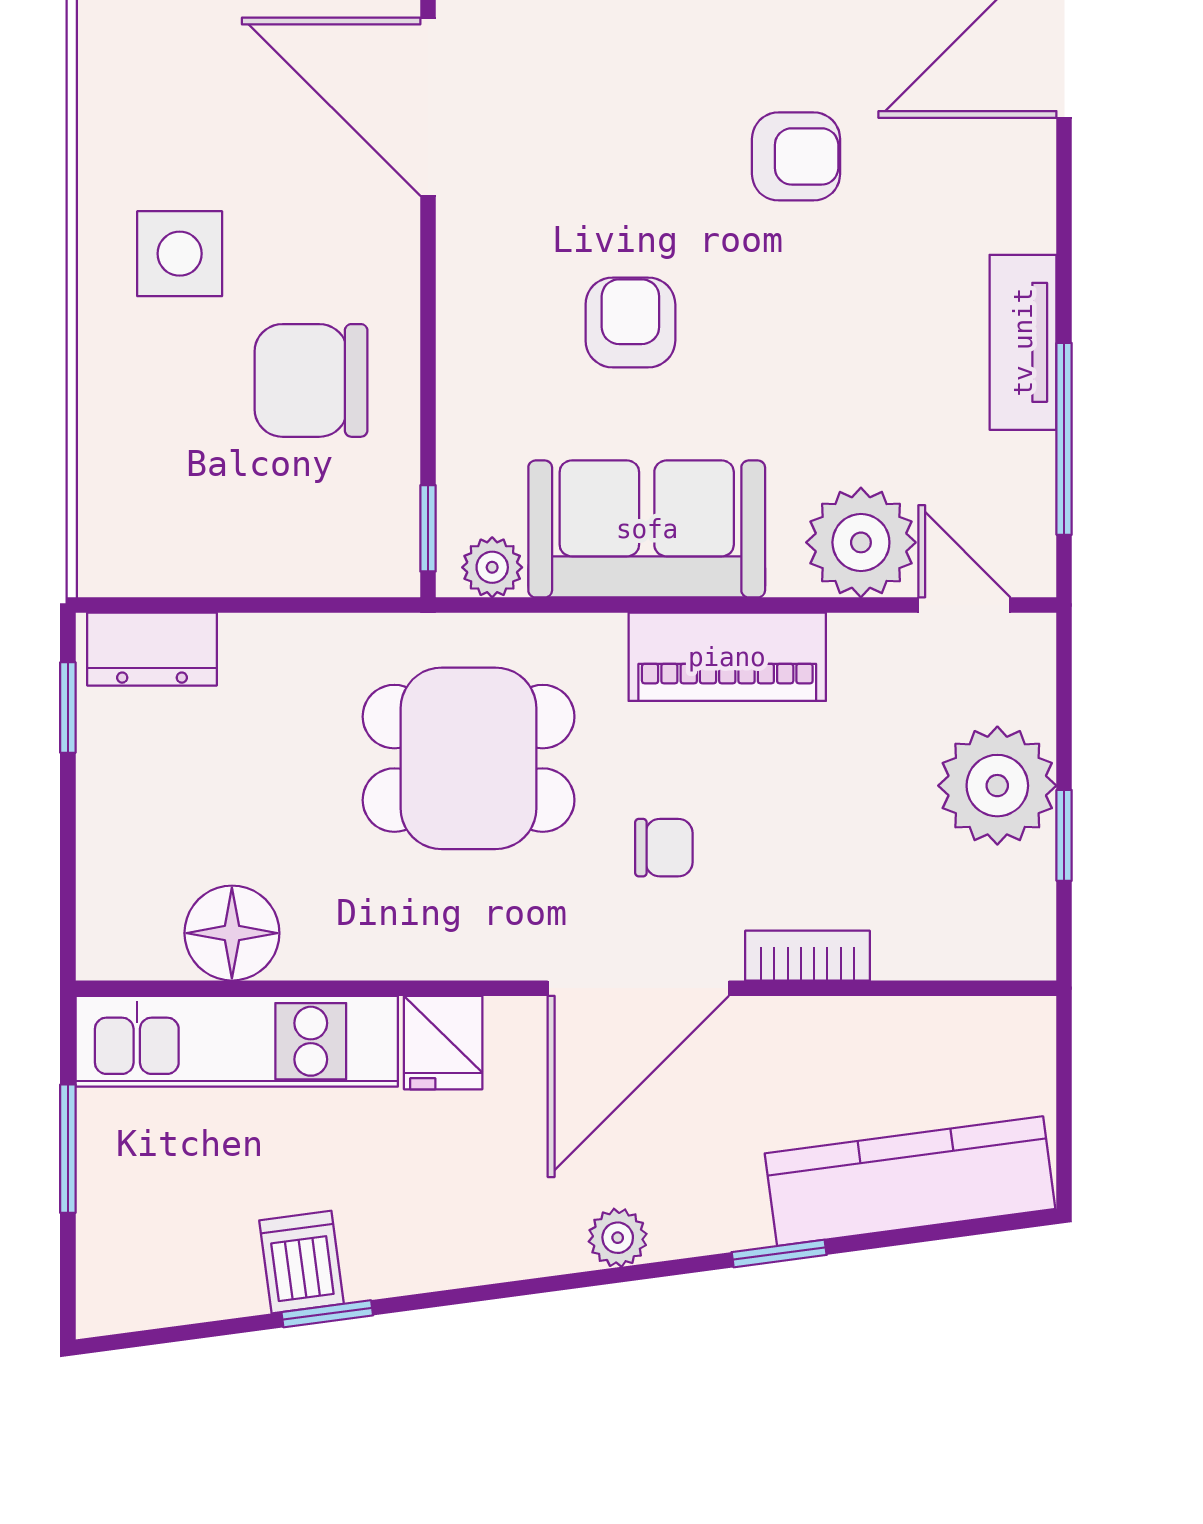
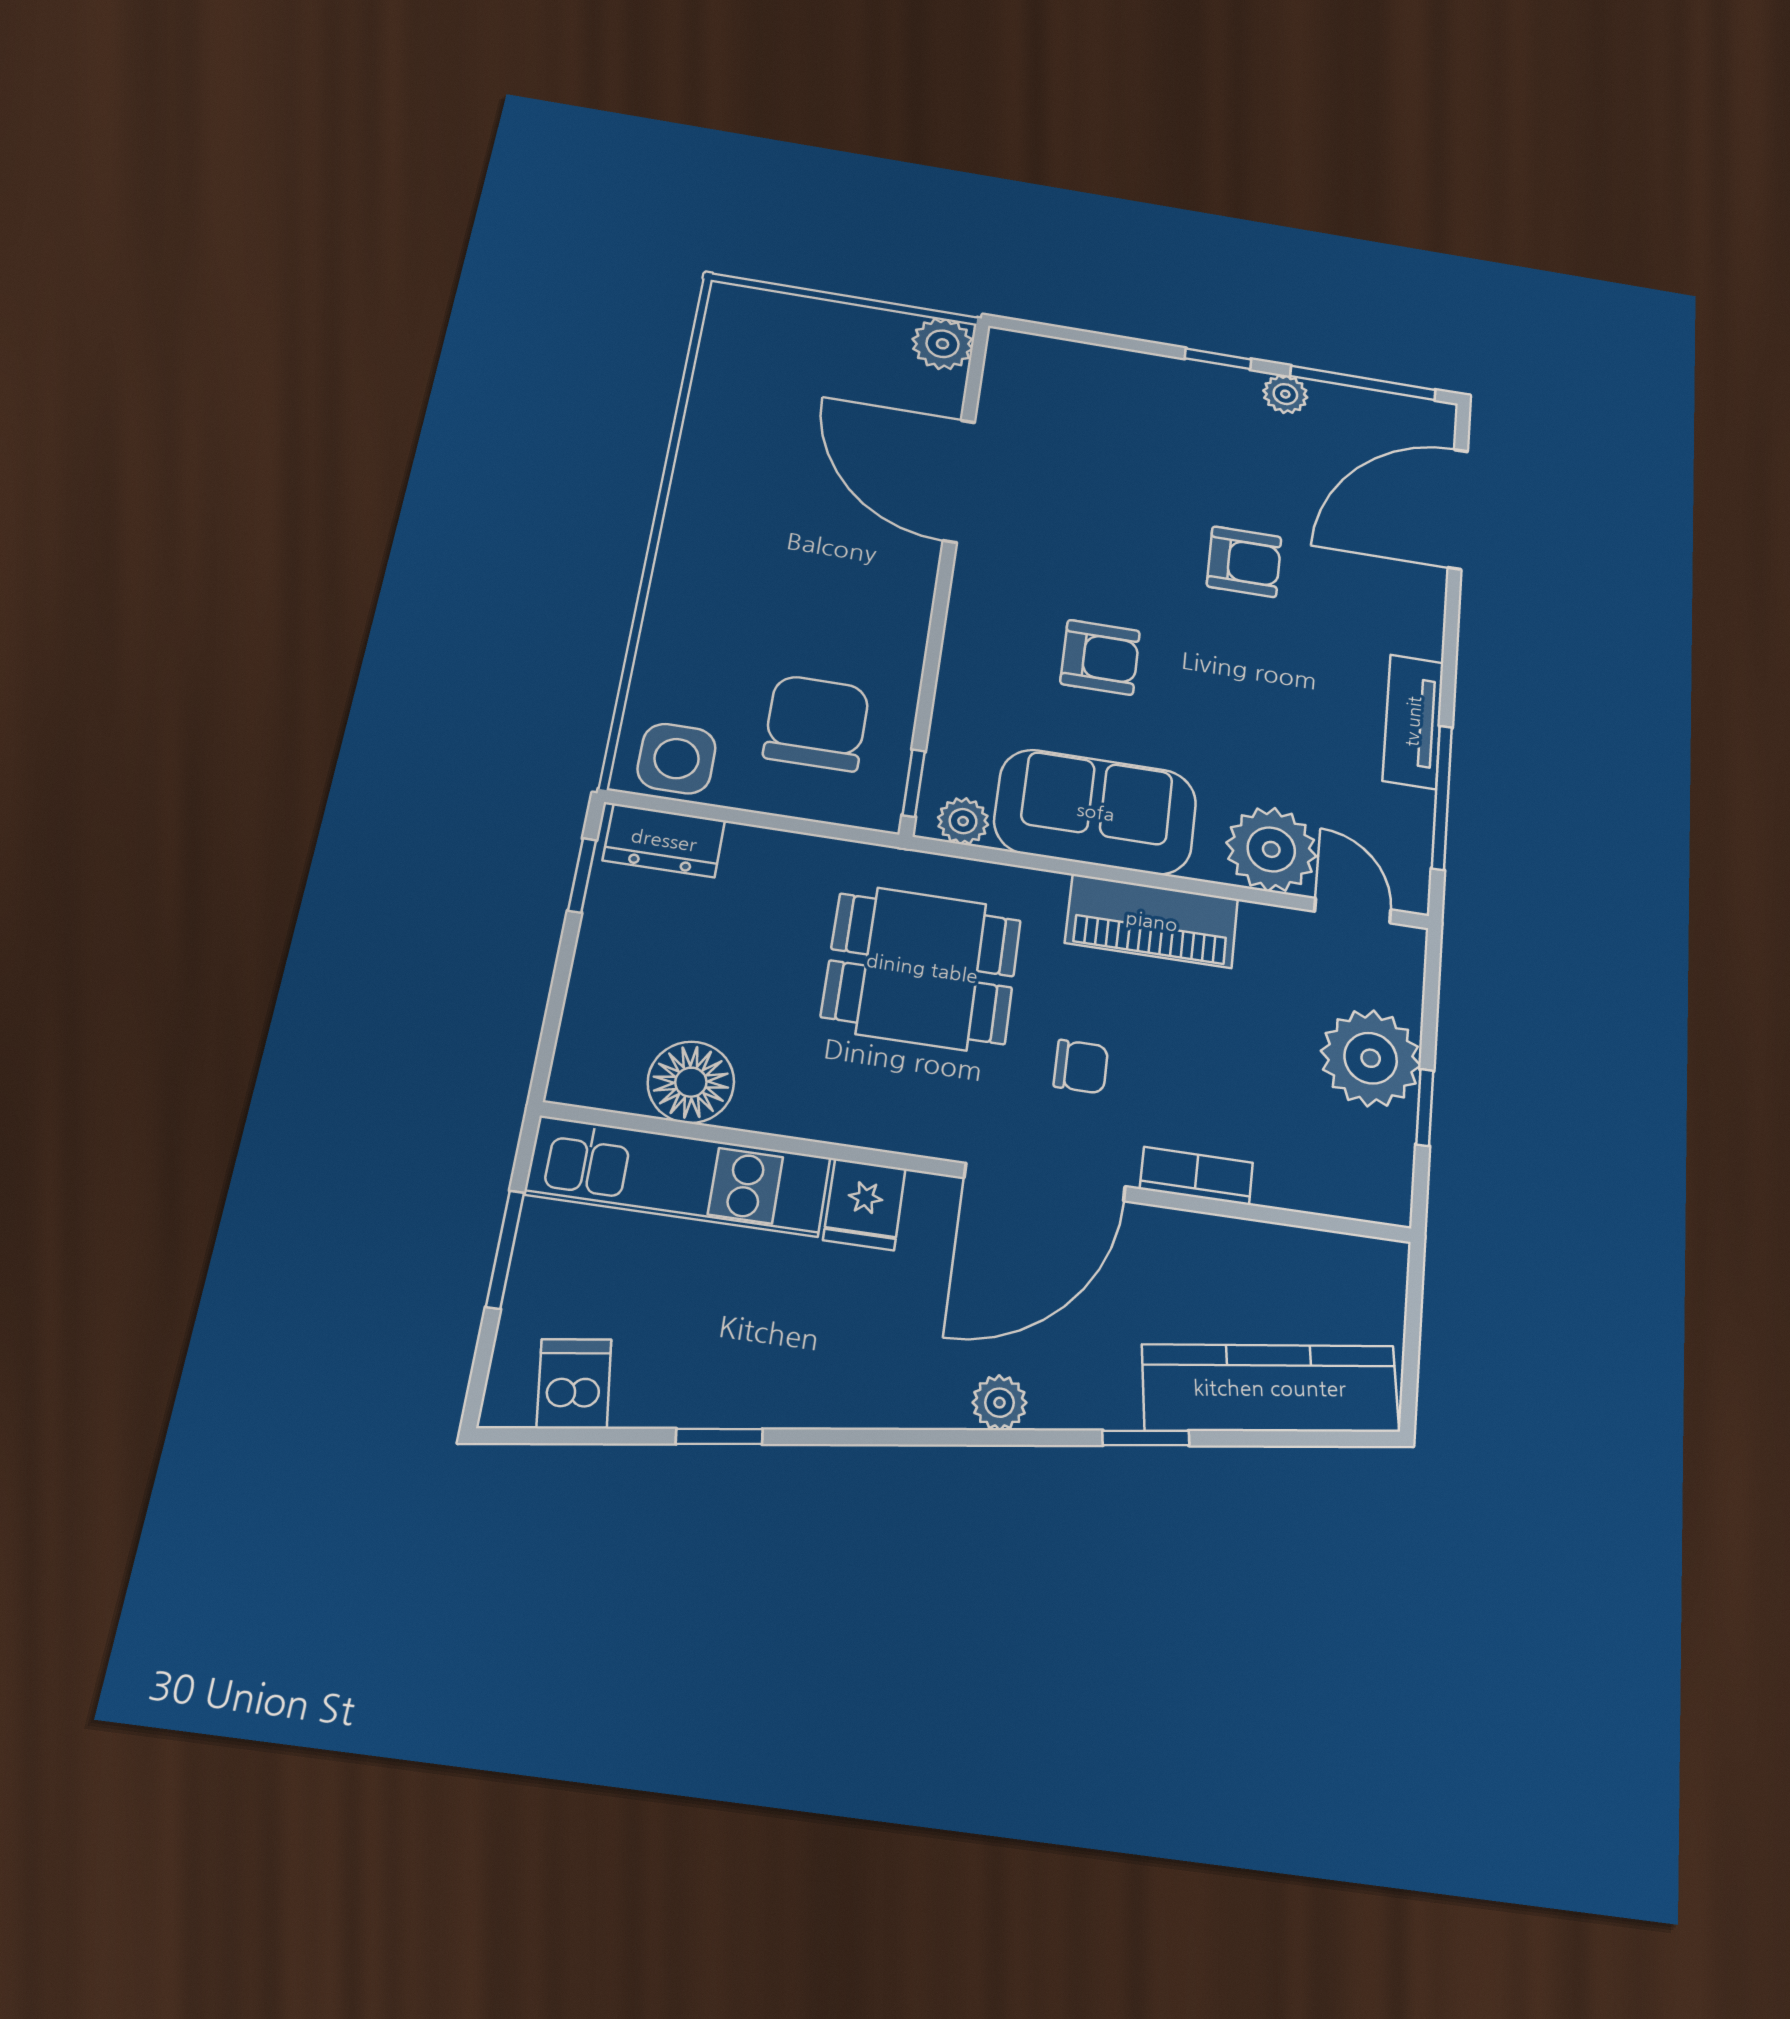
side table: (180, 254) -> (677, 759), moved
armchair: (630, 322) -> (1100, 657), turned 90
chair: (311, 380) -> (817, 723), moved, turned 90
dishwasher: (302, 1262) -> (574, 1384), moved

